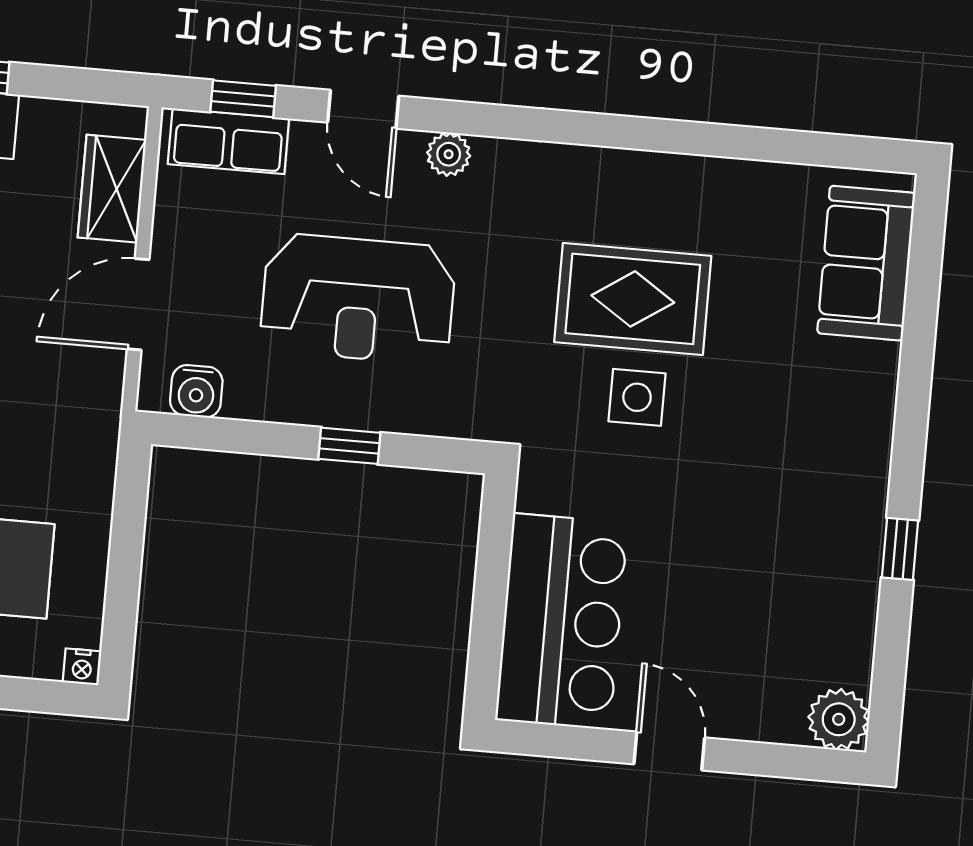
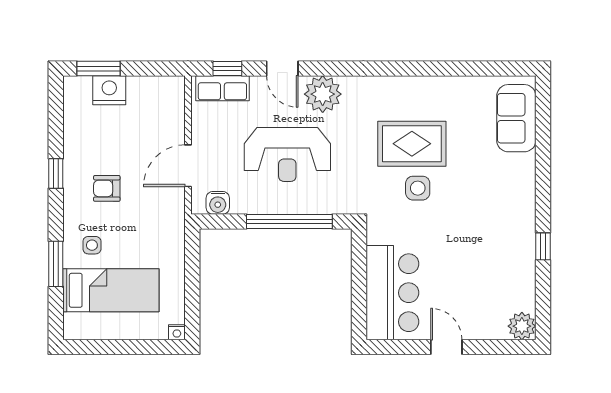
plant: (449, 154) -> (323, 94), width x1.87, depth x1.87
wardrobe: (112, 189) -> (171, 114), removed
window: (349, 446) -> (289, 221), width x3.17

